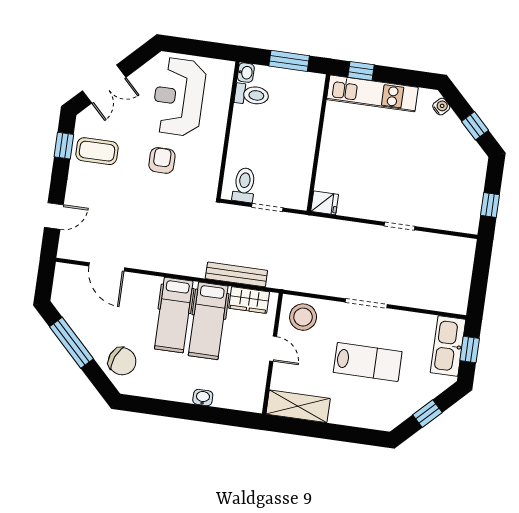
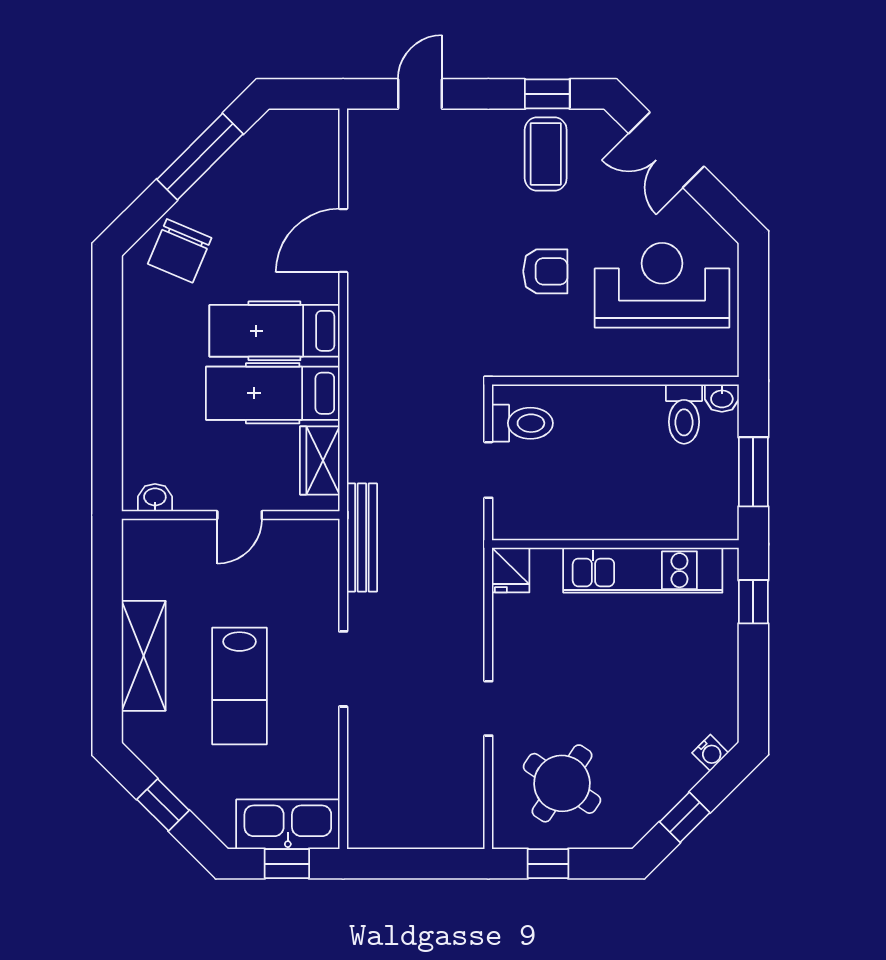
kitchen unit: (372, 93) -> (643, 570), moved, turned -90
round table: (447, 191) -> (562, 783), added
door: (54, 216) -> (420, 94), swing flipped
door: (107, 267) -> (343, 240), moved
bench: (236, 274) -> (362, 537), moved
stool: (303, 317) -> (303, 560), removed
washbasin: (203, 398) -> (155, 498), moved, turned -90
shelving: (298, 406) -> (144, 656), moved

